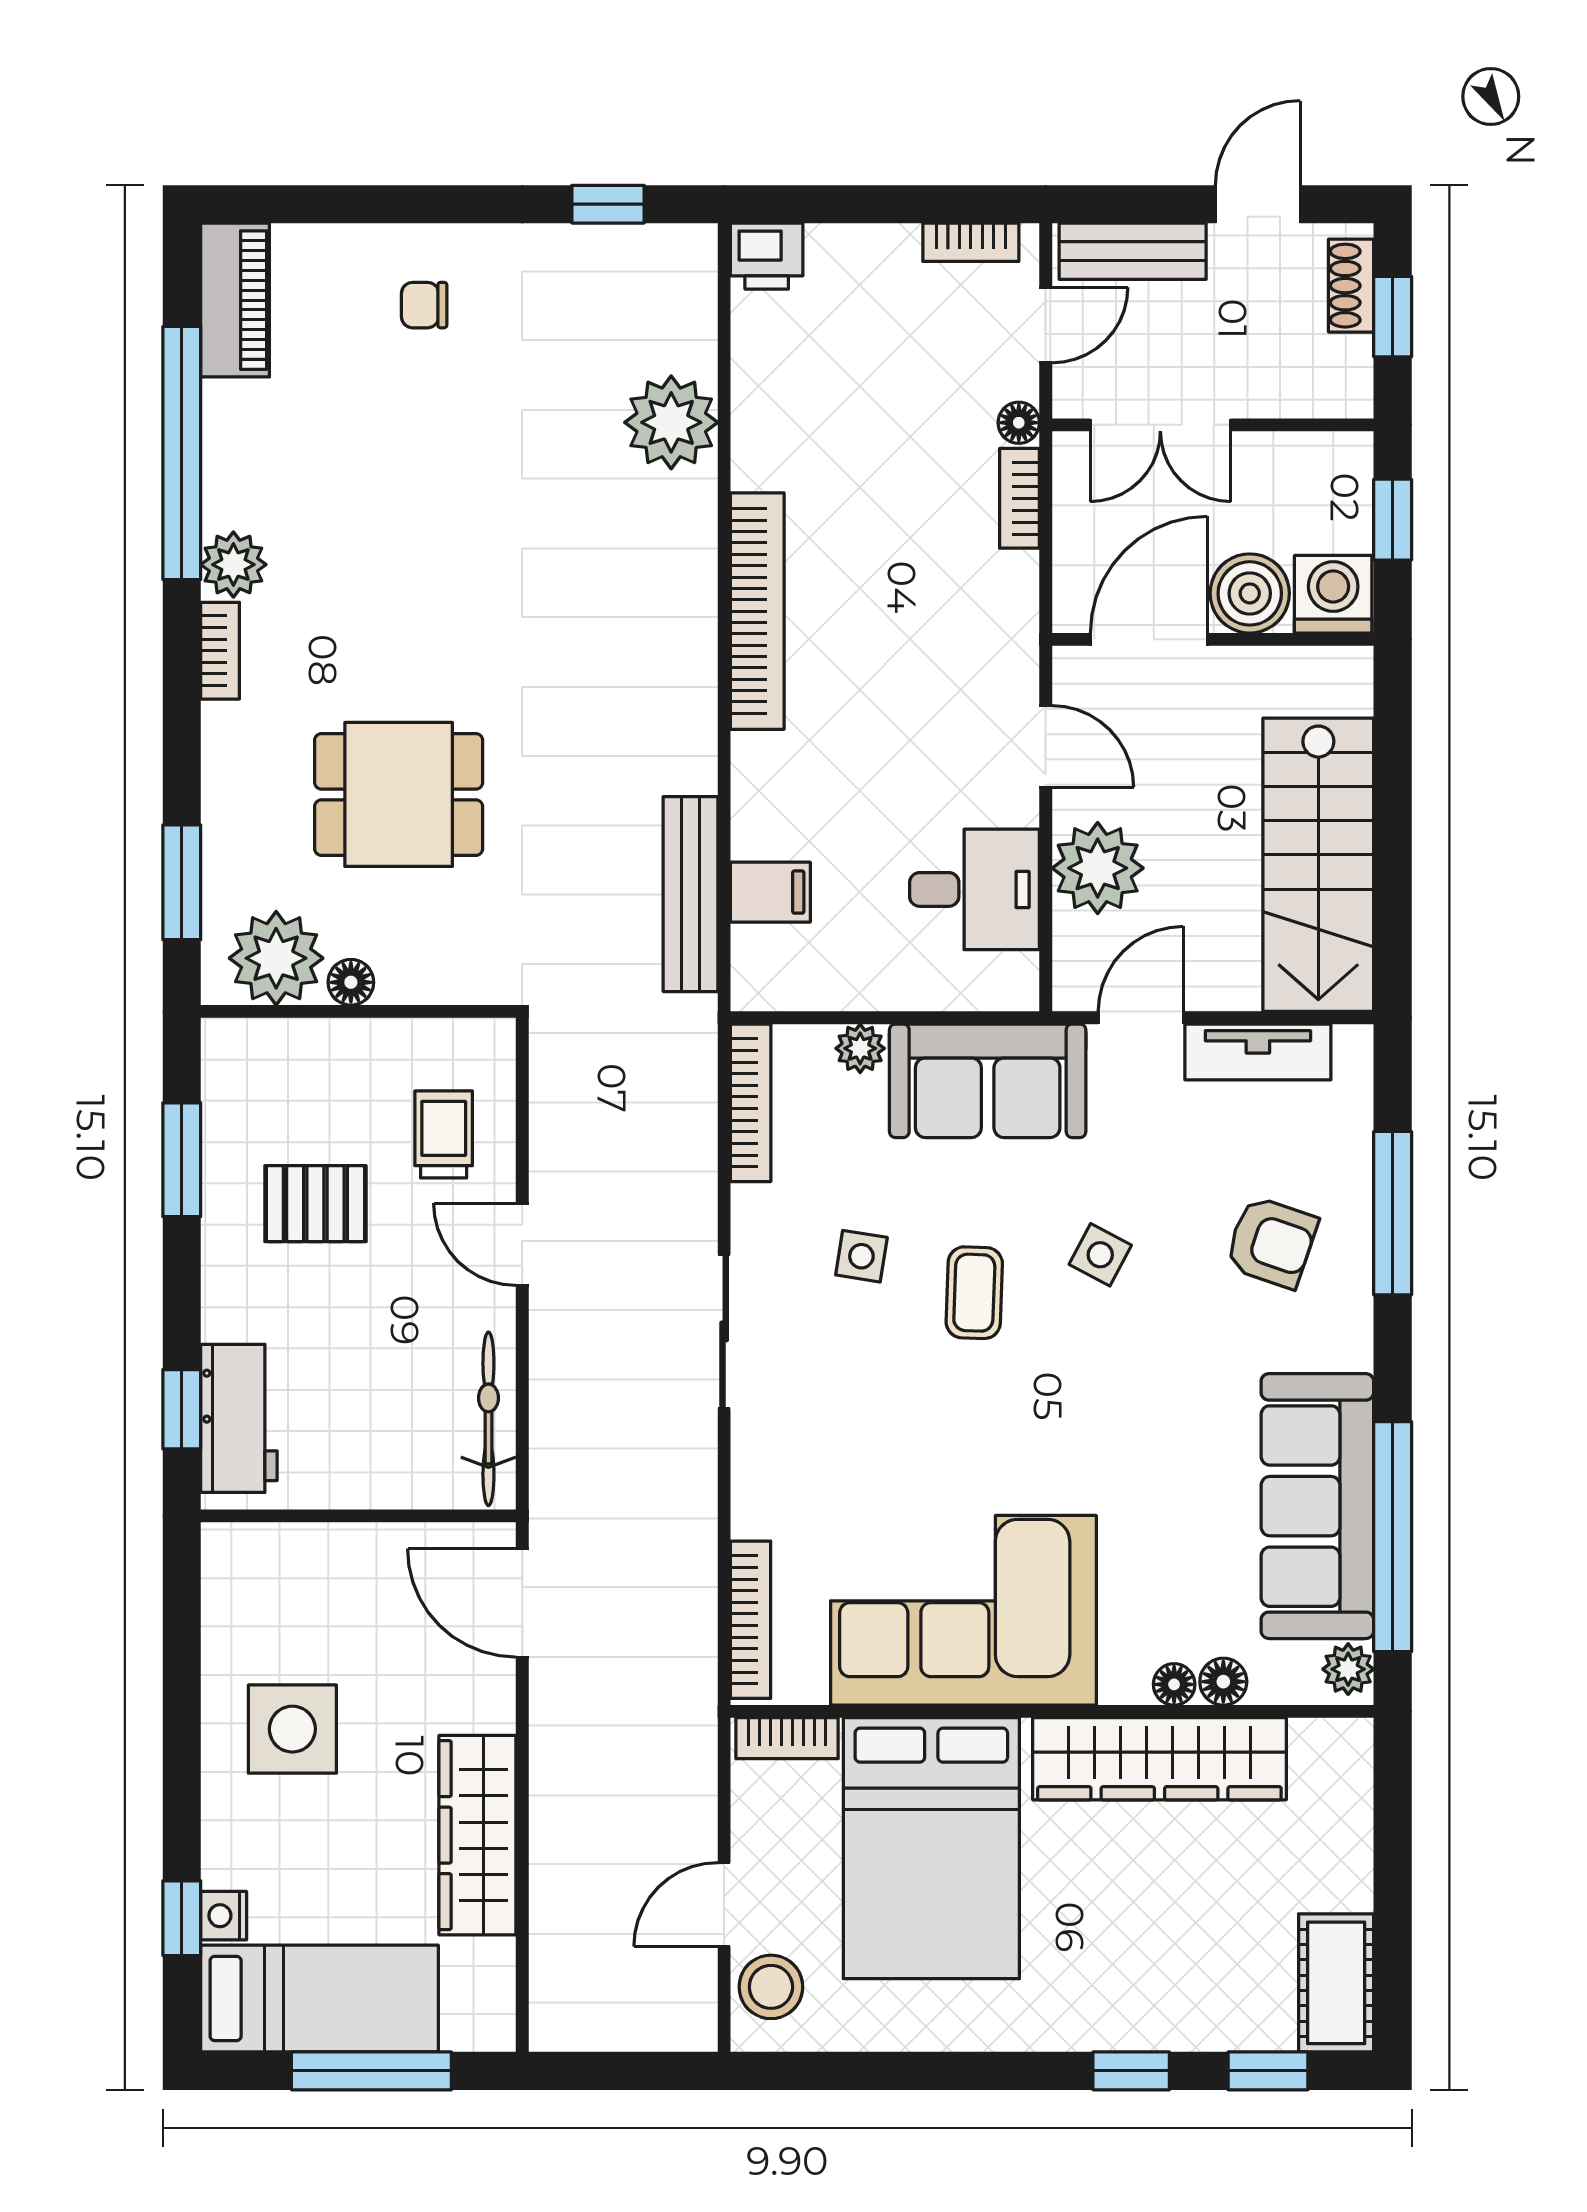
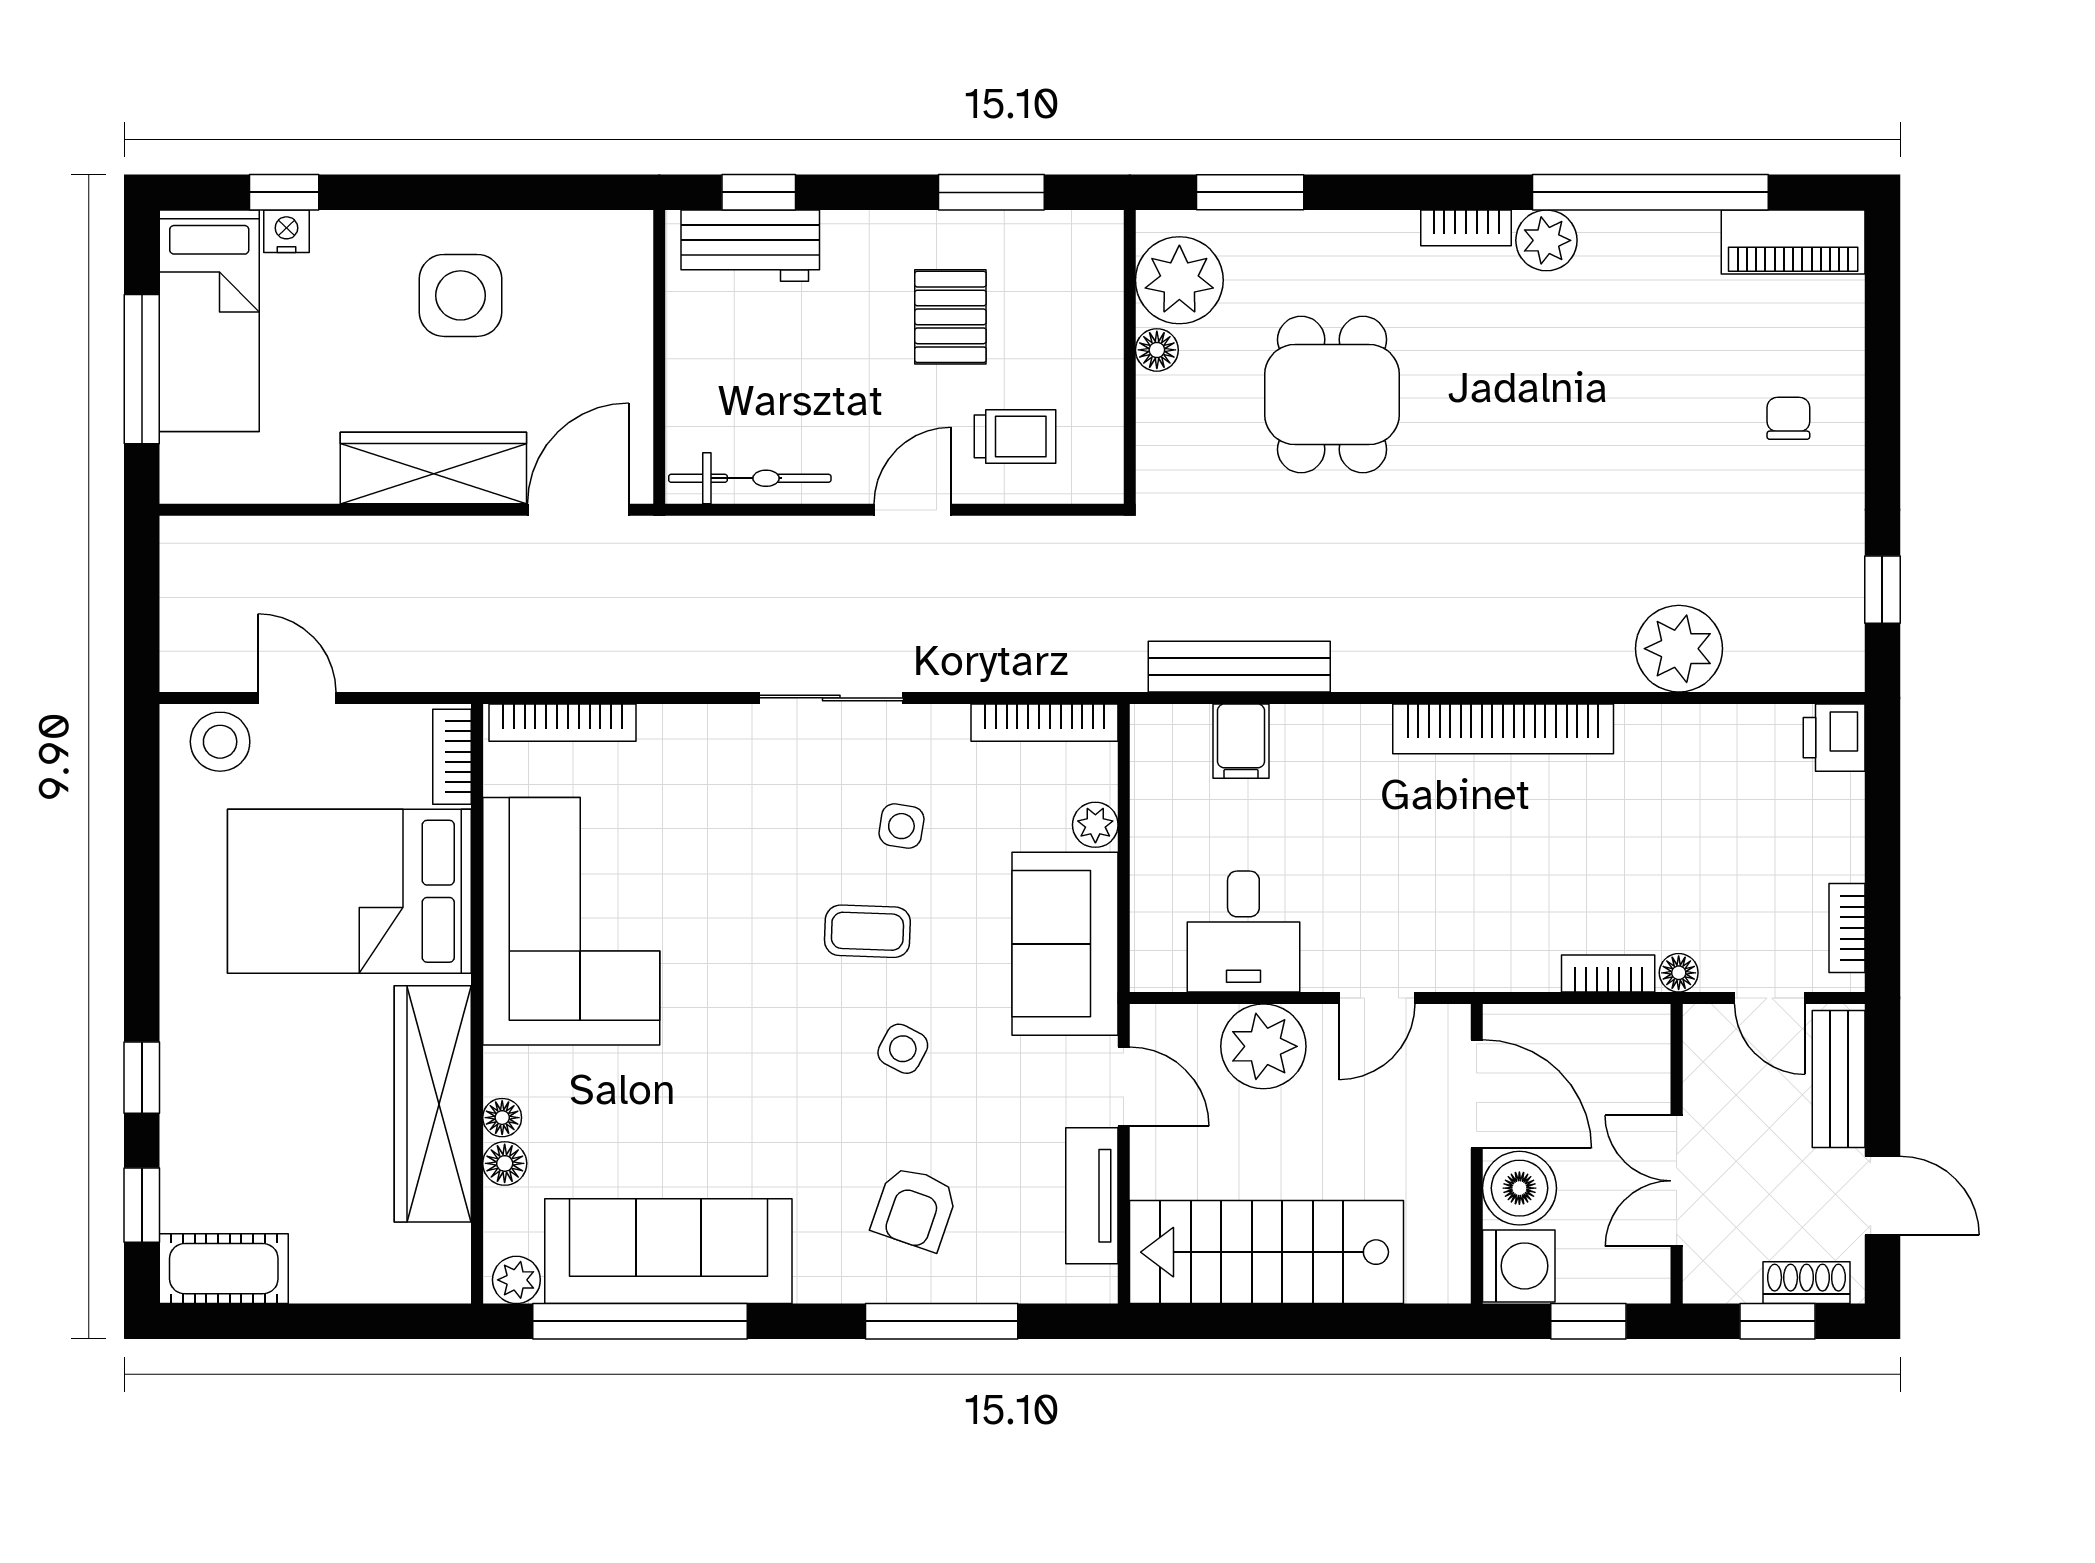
double door: (1160, 425) -> (1677, 1181), moved
wardrobe: (477, 1835) -> (433, 468), moved

